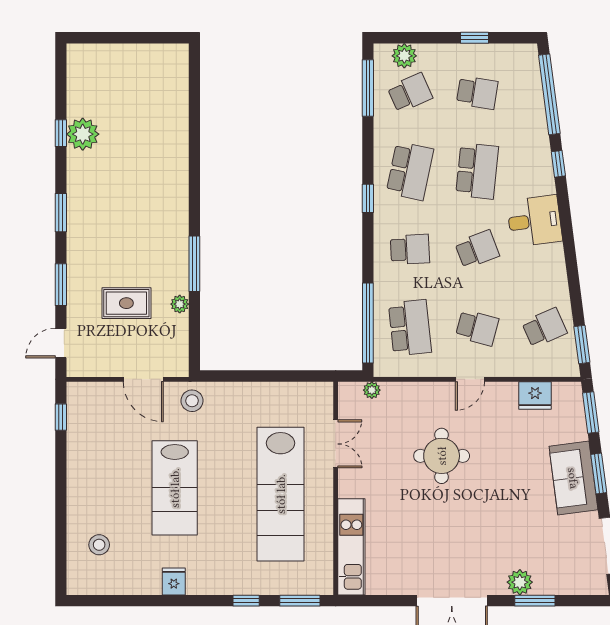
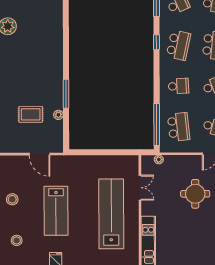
window: (368, 198) -> (157, 42), moved
stool: (192, 401) -> (12, 199), moved
lab bench: (281, 494) -> (111, 214), turned 180

